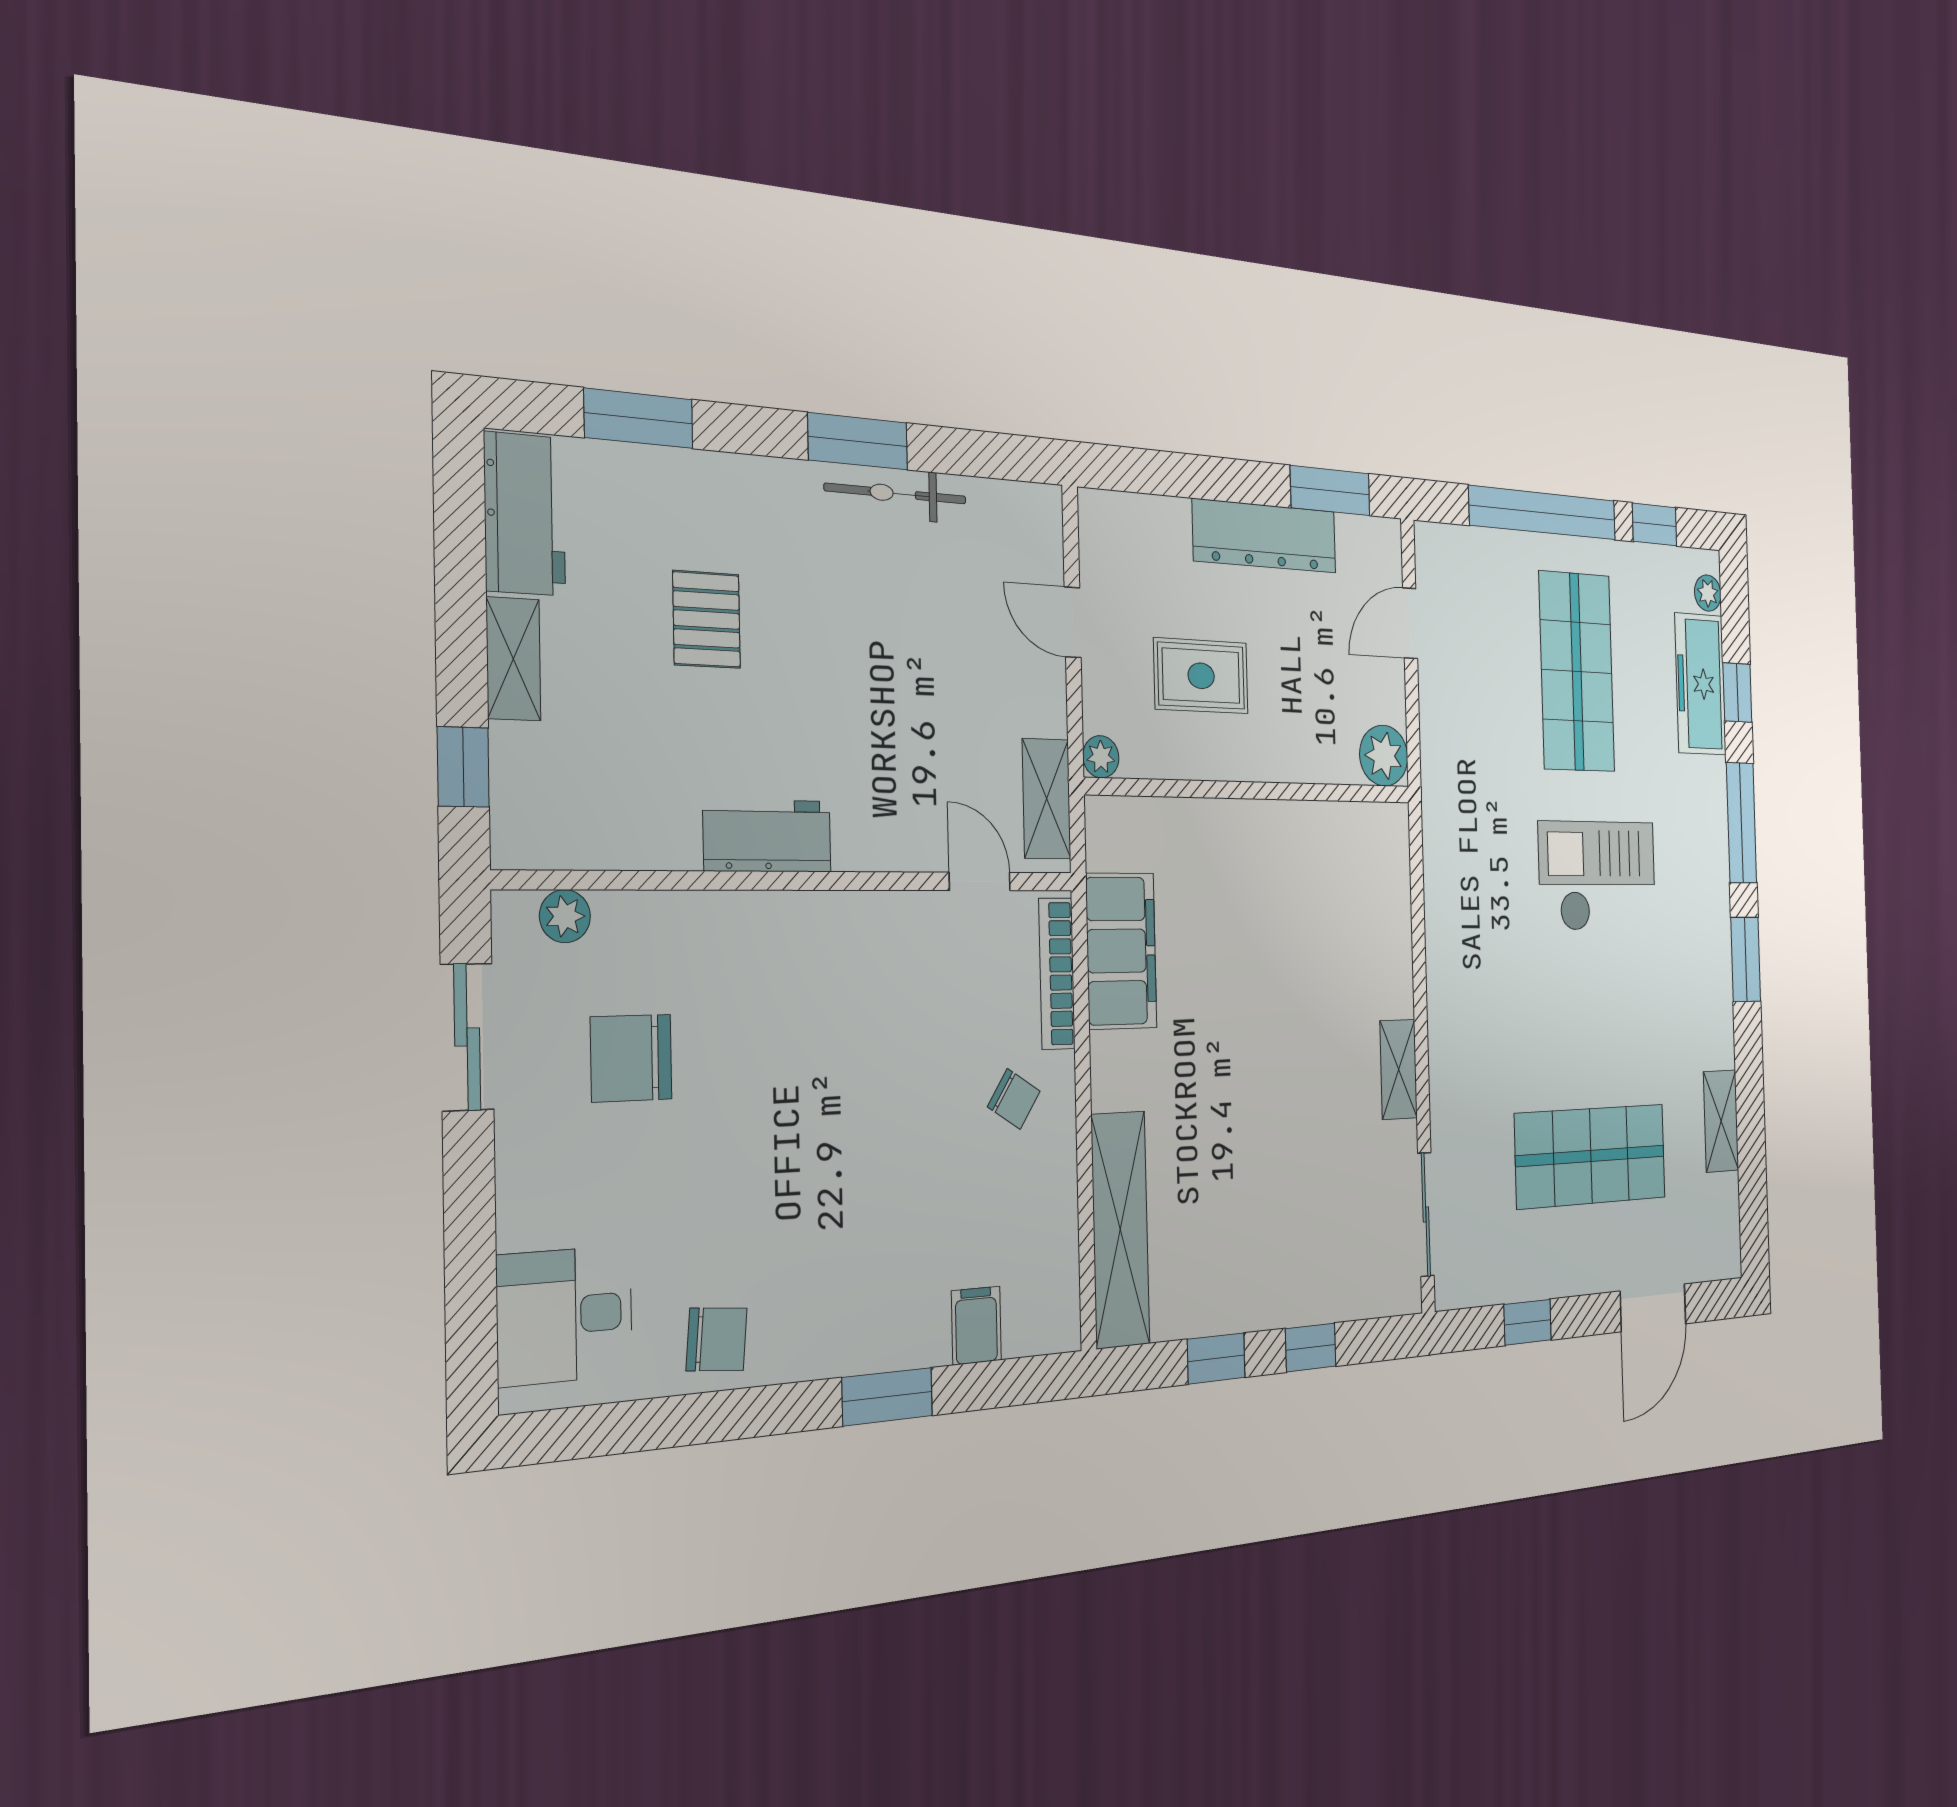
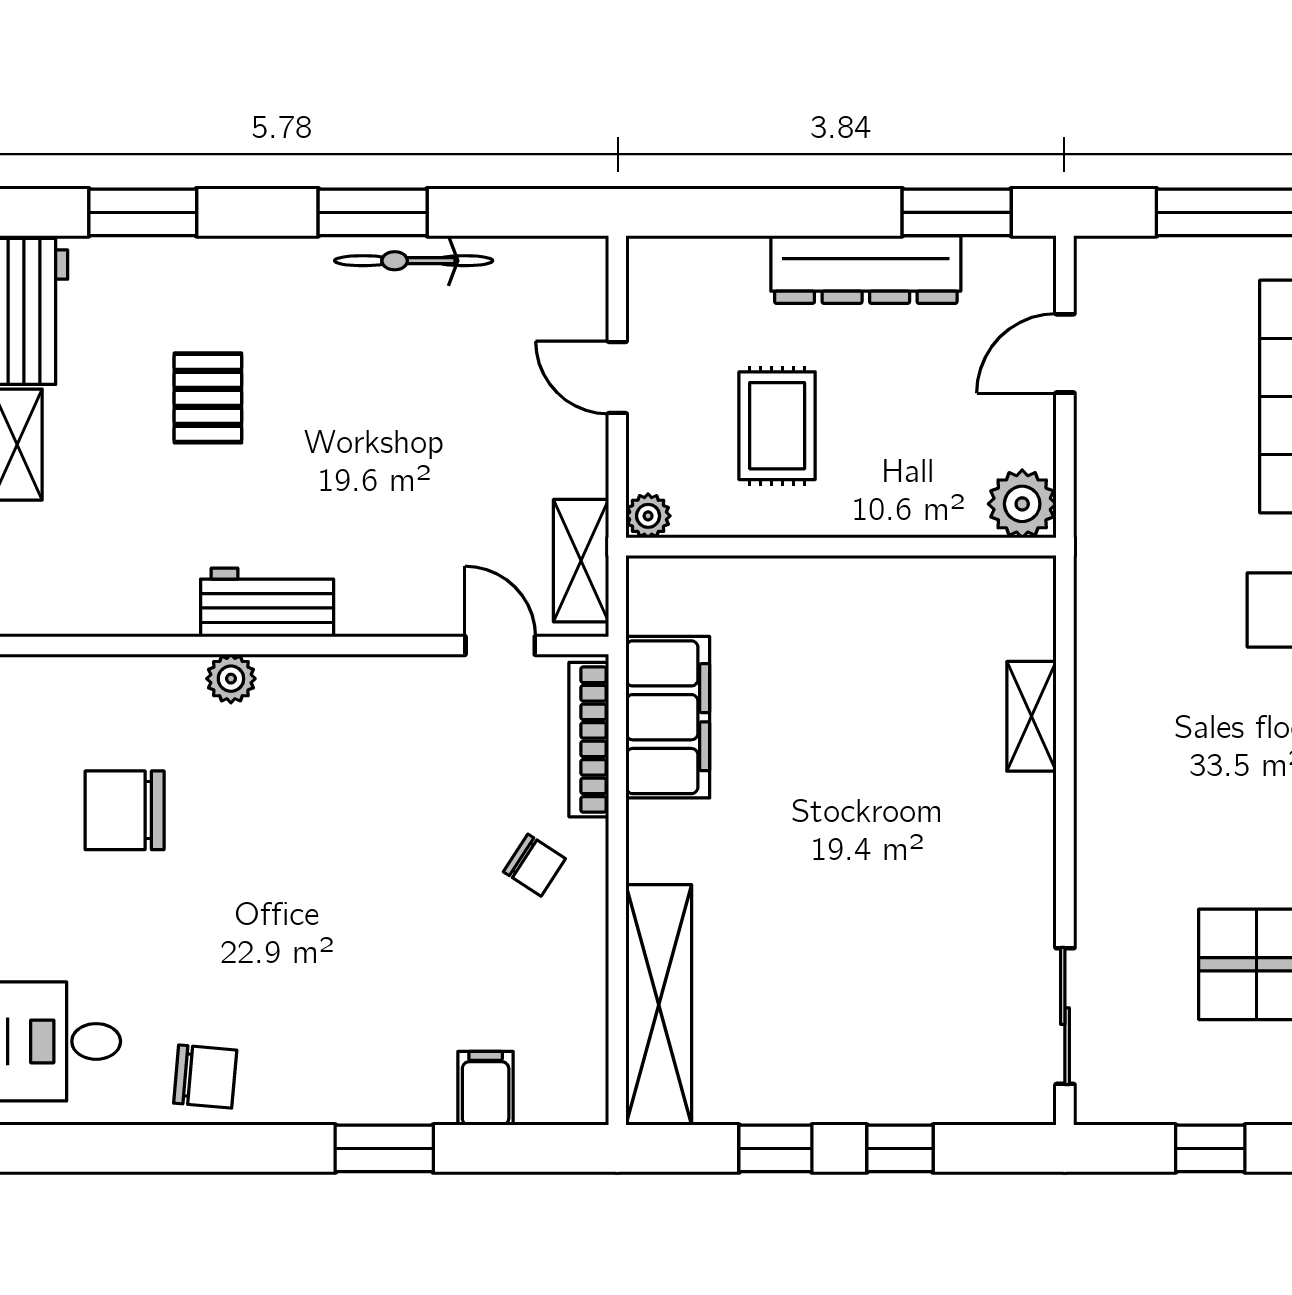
rug: (1201, 676) -> (777, 426), turned 90
plant: (565, 916) -> (231, 679), moved
shelving: (1399, 1069) -> (1032, 716), moved

